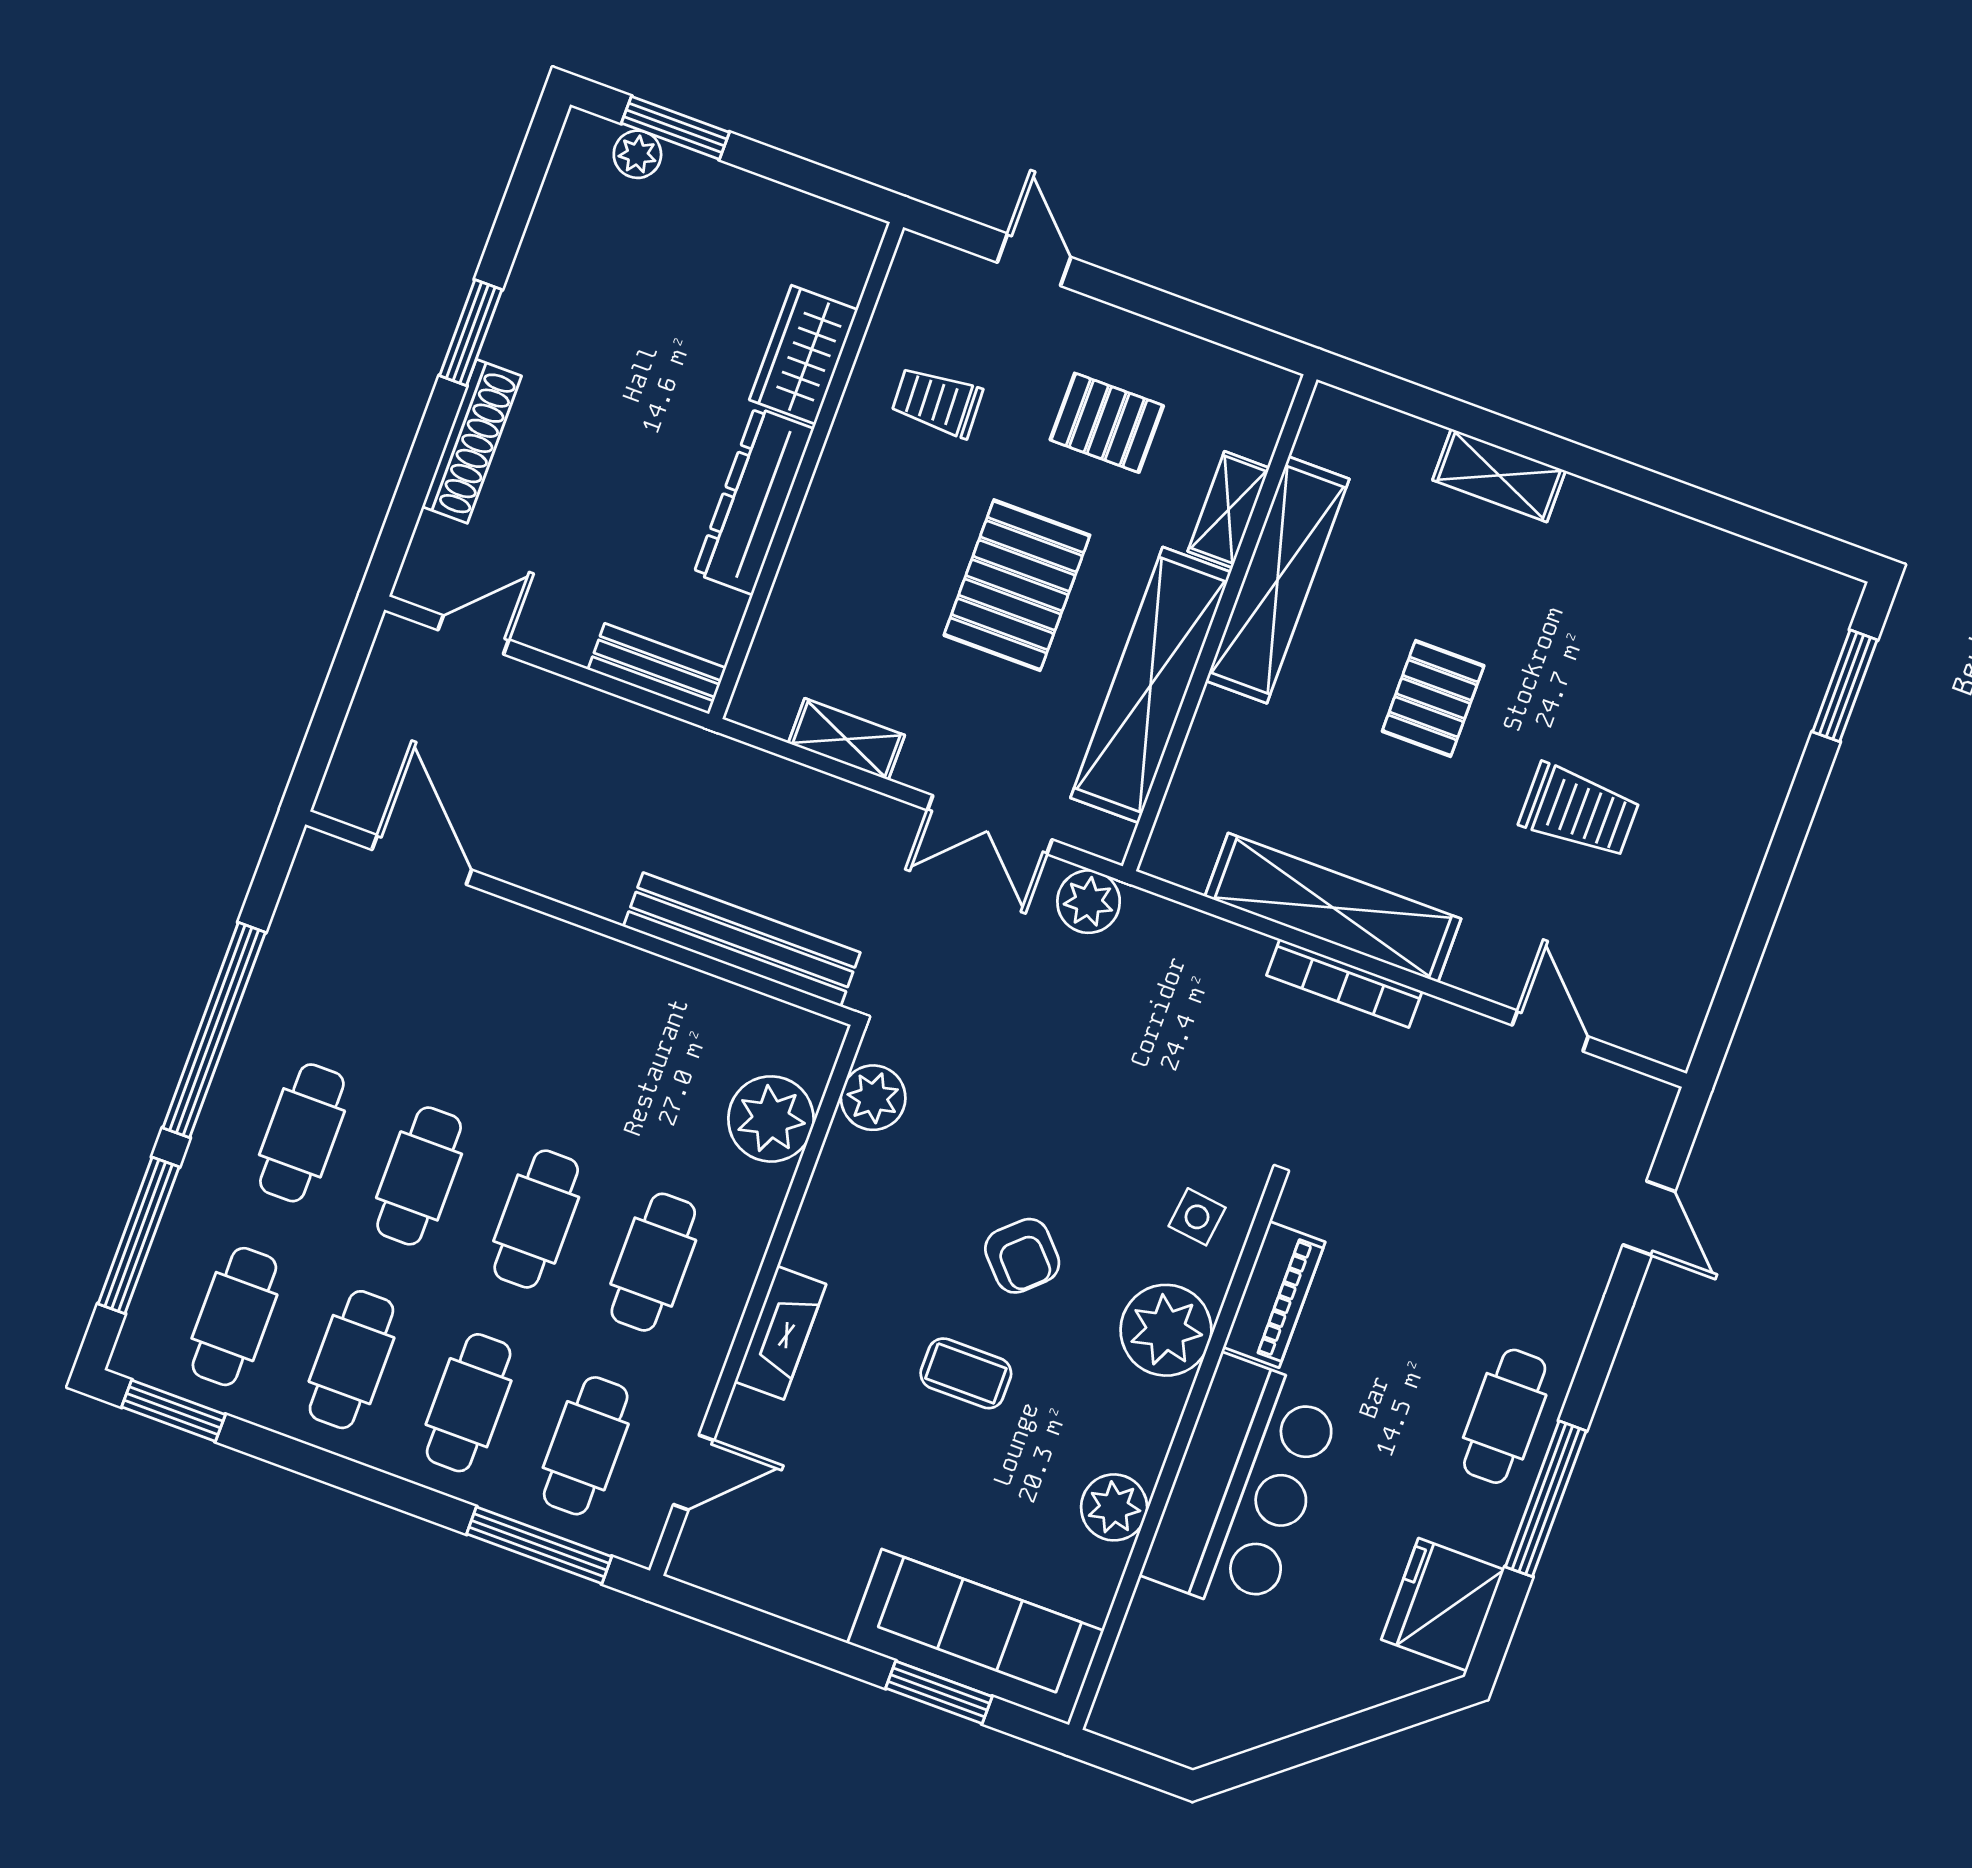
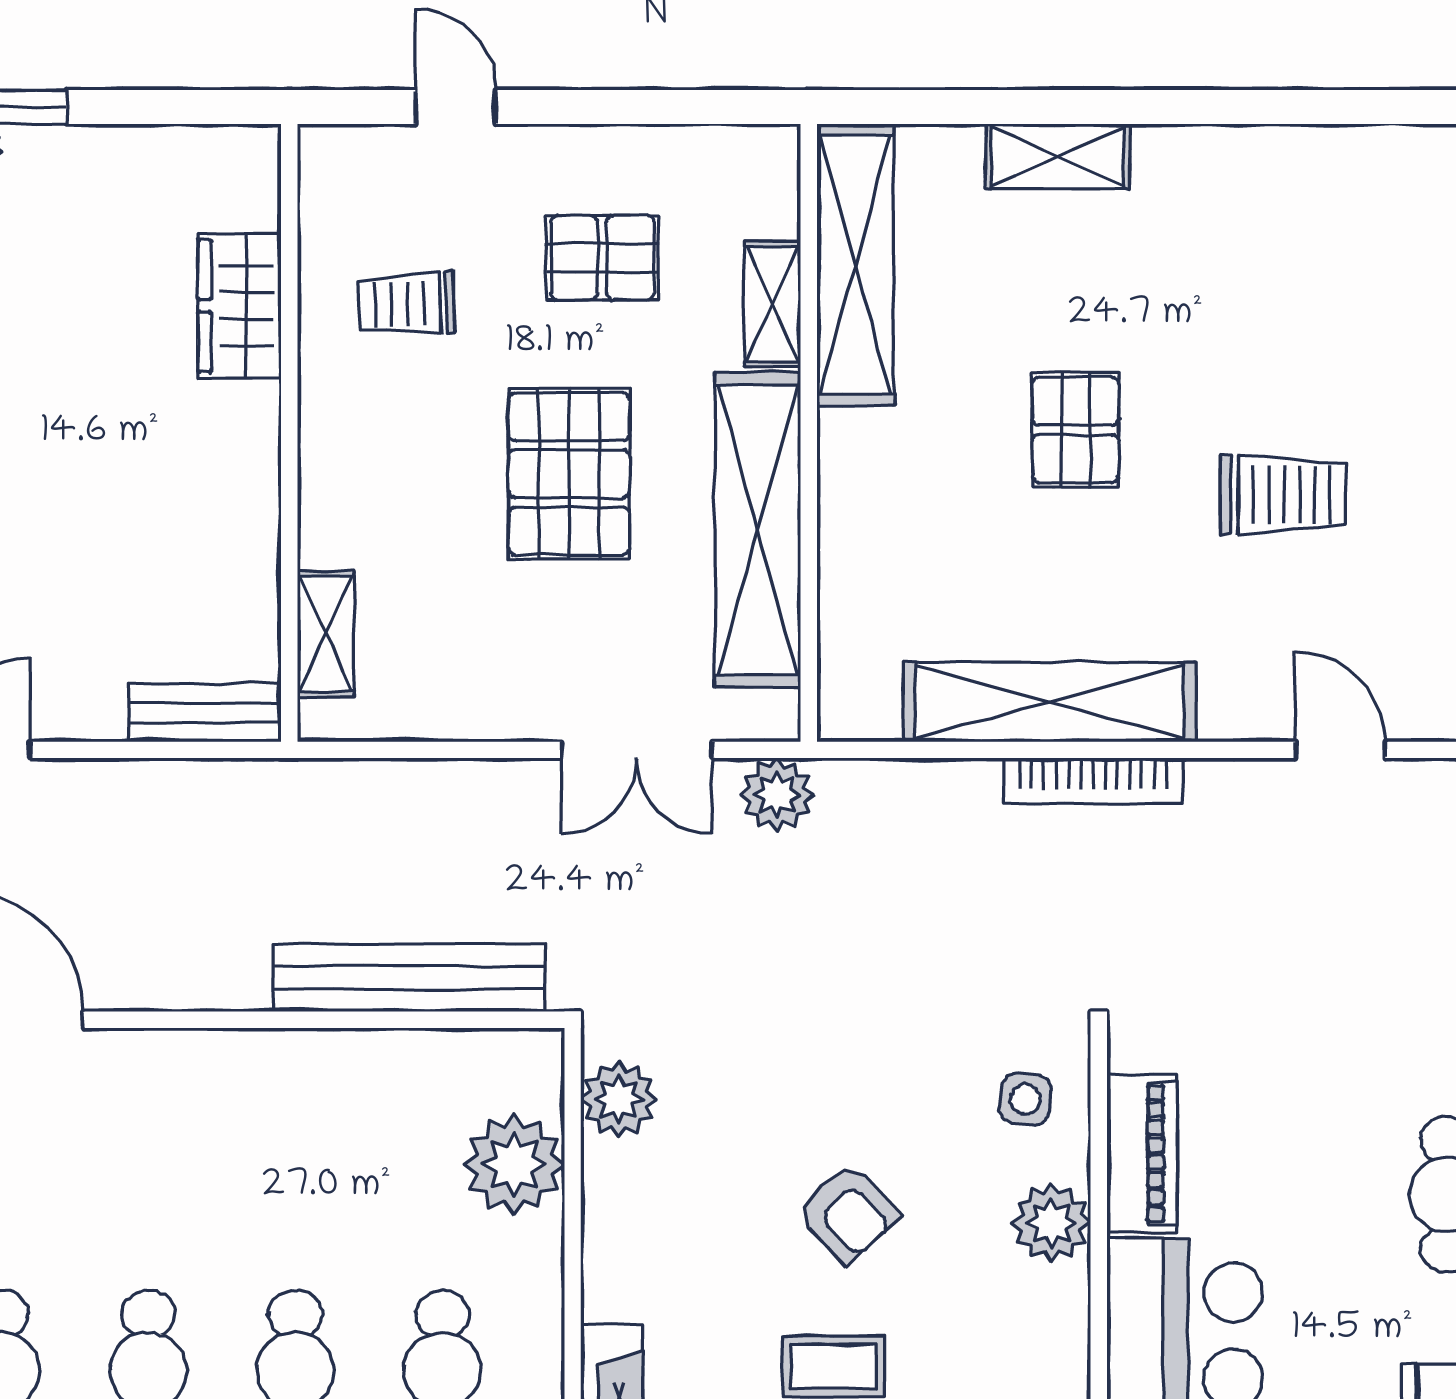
dresser: (754, 501) -> (244, 488), removed
shelving: (1278, 580) -> (855, 265), moved
shelving: (846, 739) -> (326, 634), moved, turned 90
plant: (1166, 1330) -> (1051, 1223), width x0.73, depth x0.73

